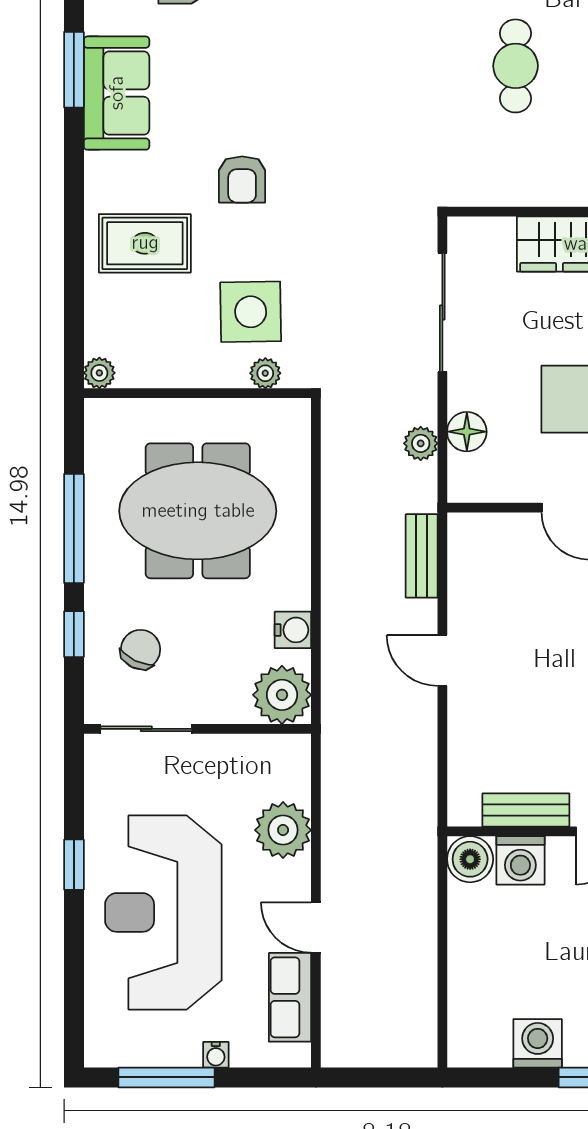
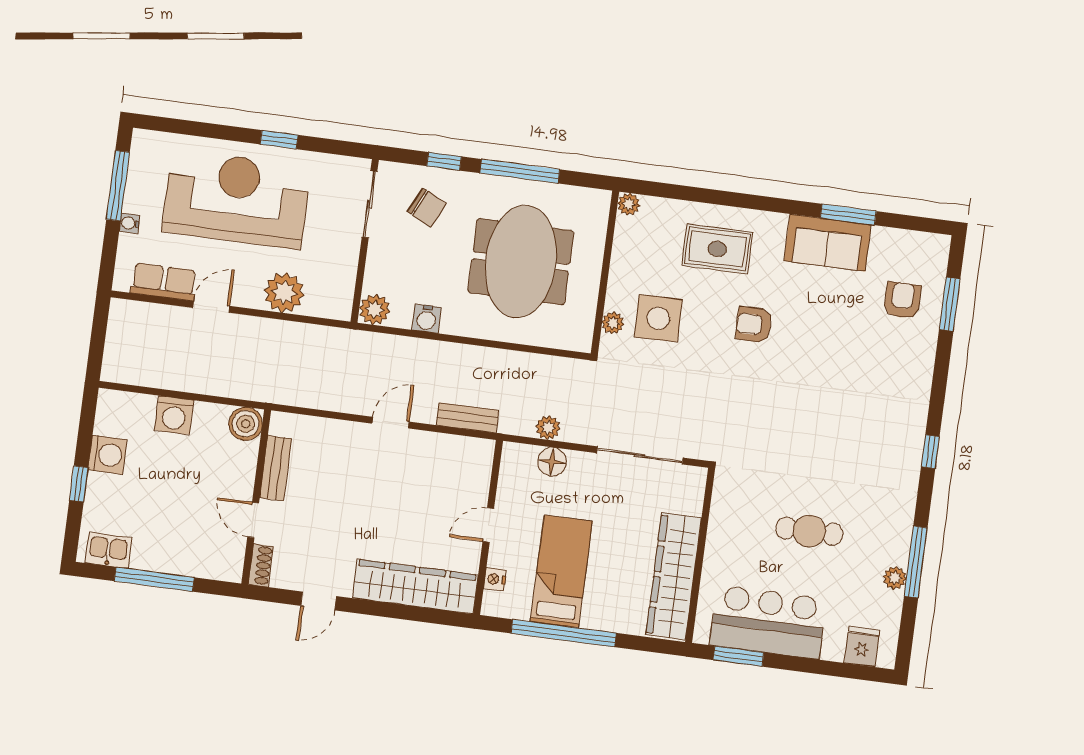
rug: (145, 243) -> (717, 249), turned 90
plant: (282, 695) -> (375, 309), width x0.73, depth x0.73
washing machine: (520, 860) -> (174, 415), moved, turned -90

